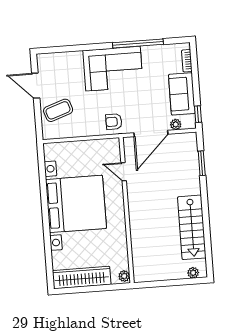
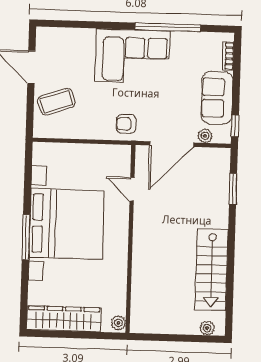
window: (46, 218) -> (26, 237), added

